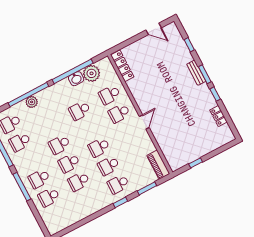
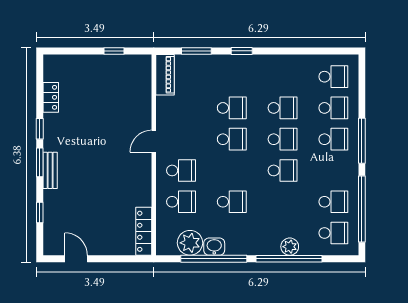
school desk: (118, 184) -> (333, 77), moved

